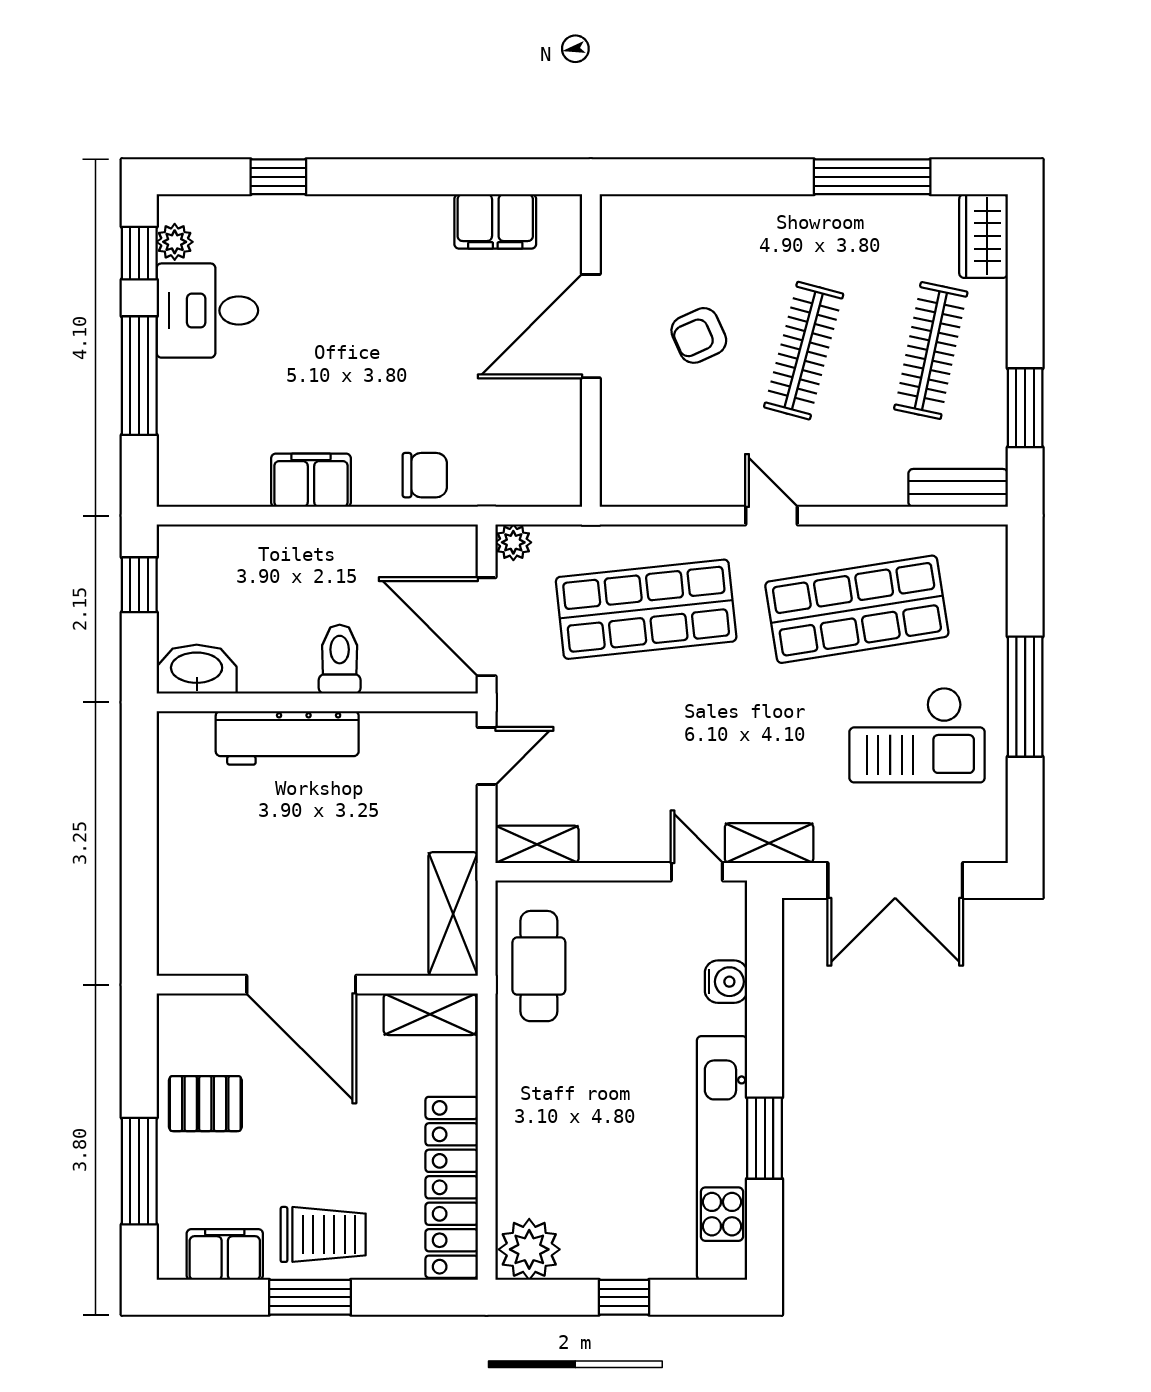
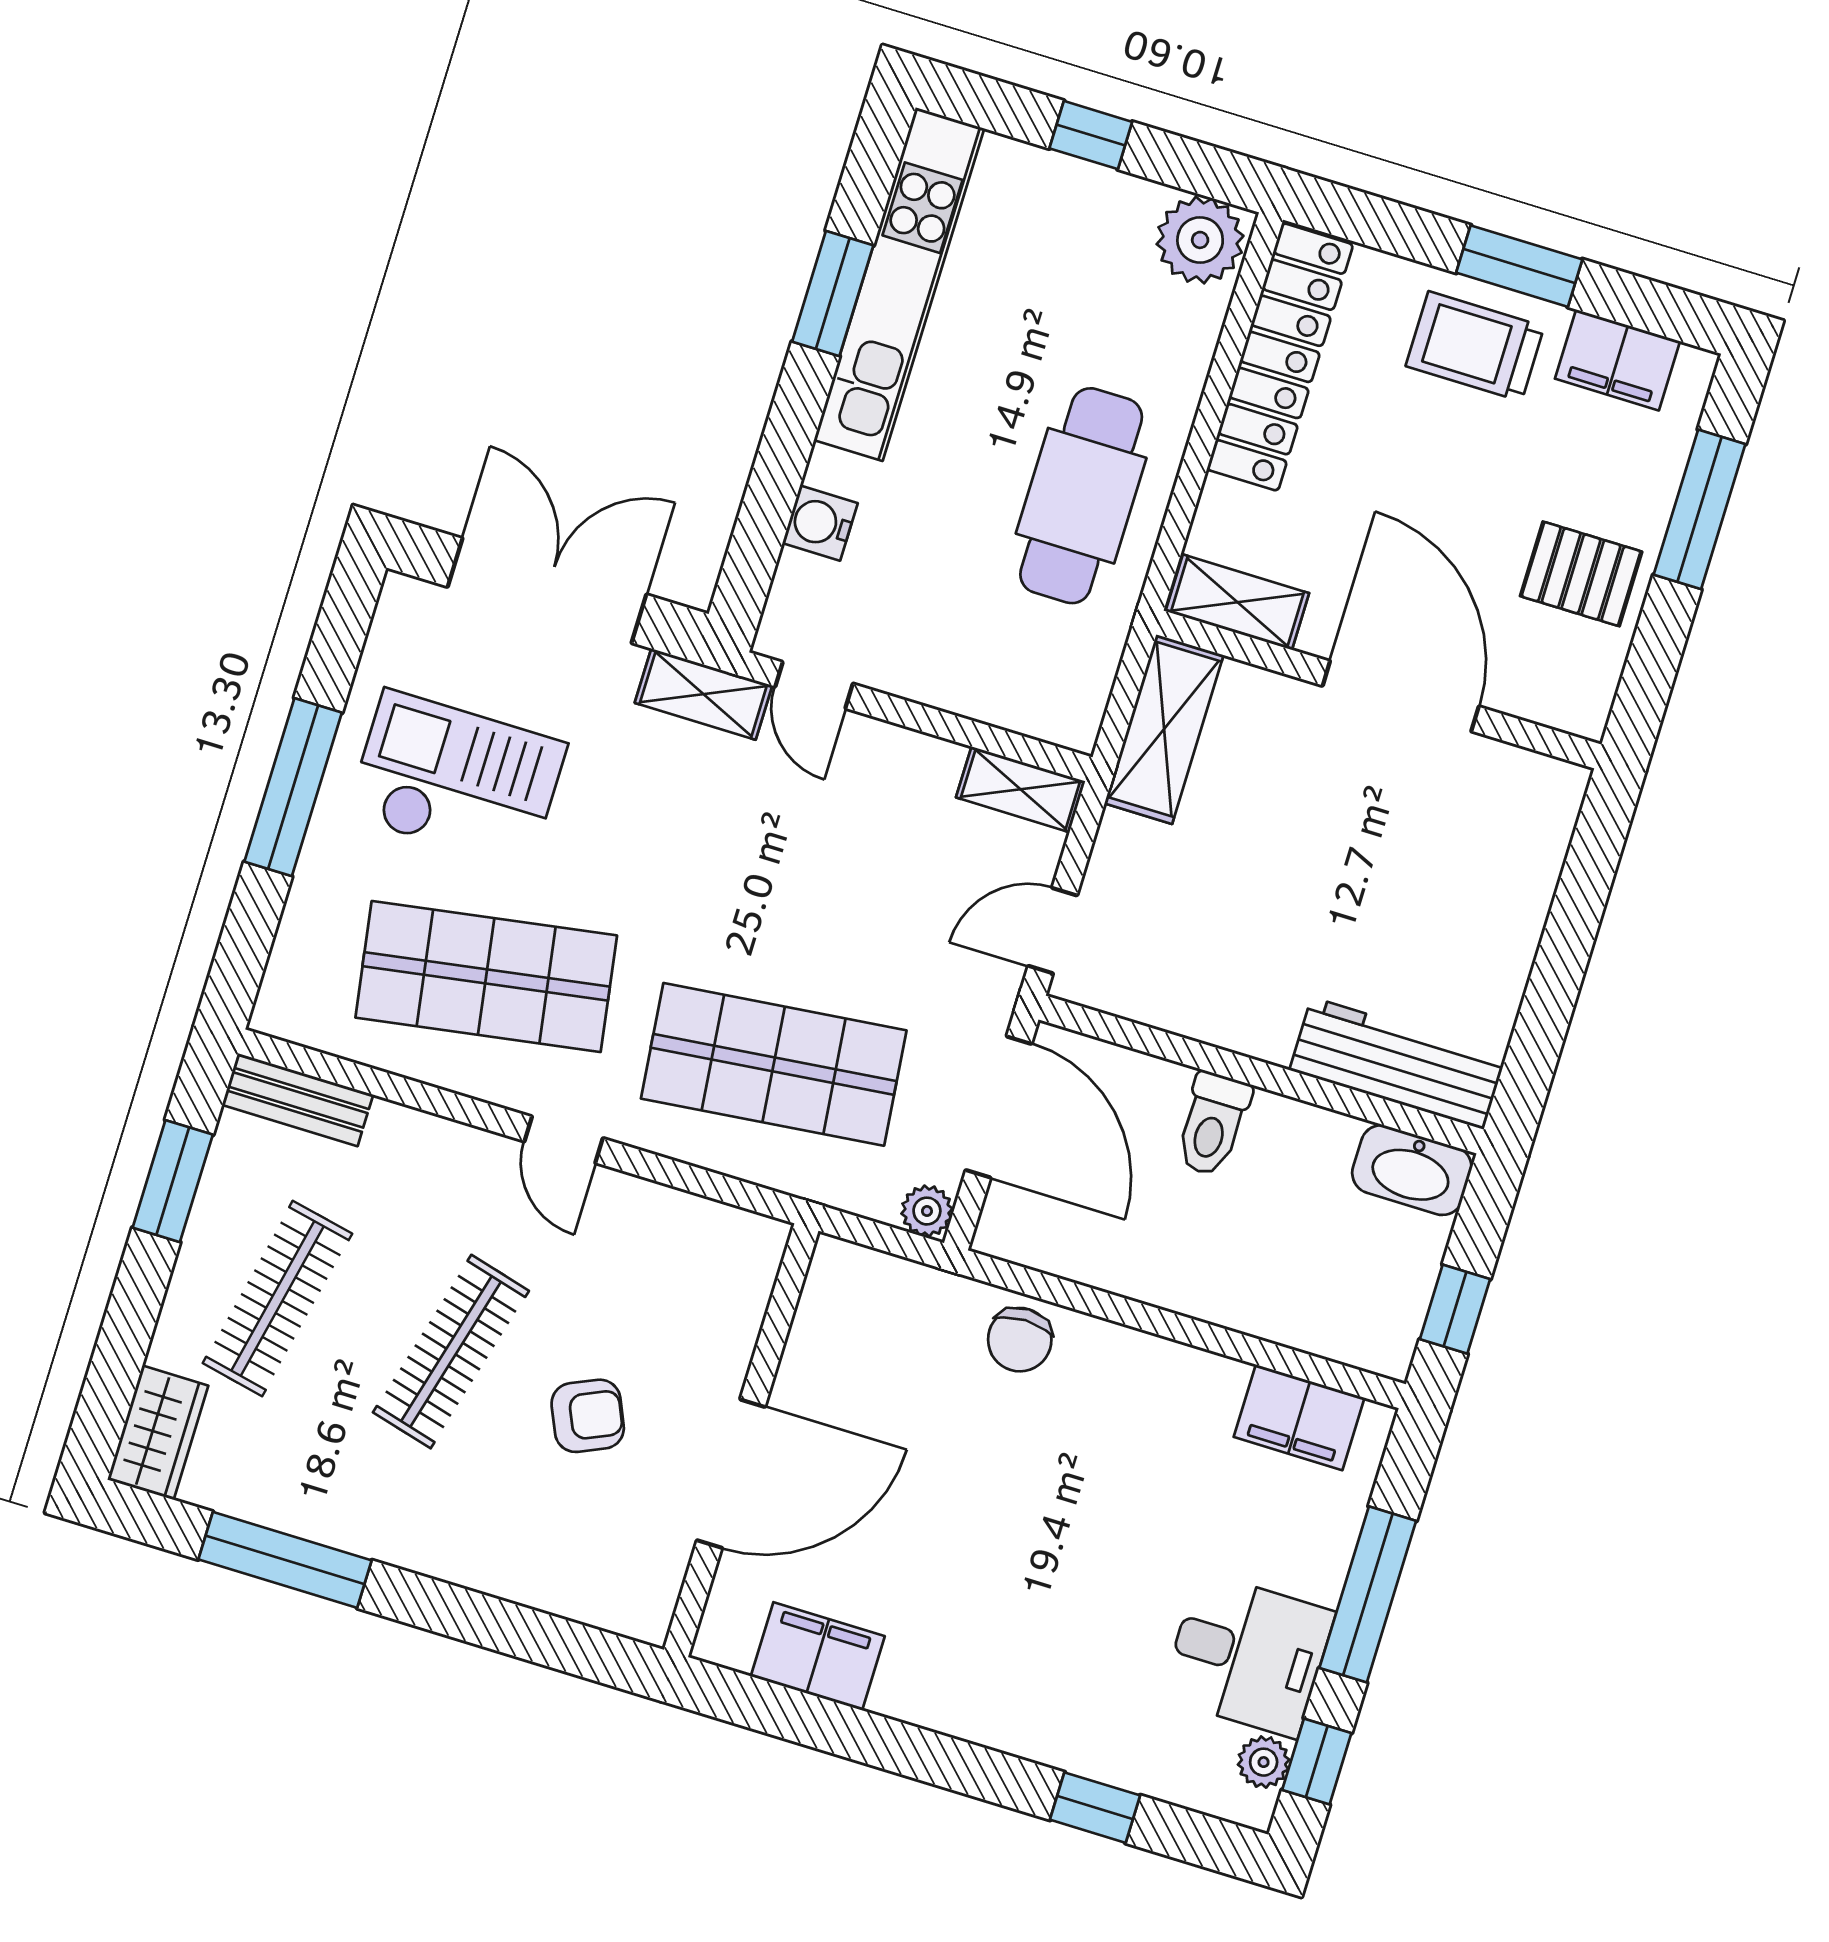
chair: (425, 475) -> (1020, 1340), turned -90
filing cabinet: (311, 480) -> (1299, 1417), moved
workbench: (287, 738) -> (1398, 1063), moved
cafe table: (539, 966) -> (1081, 496), moved, width x1.37, depth x1.35

